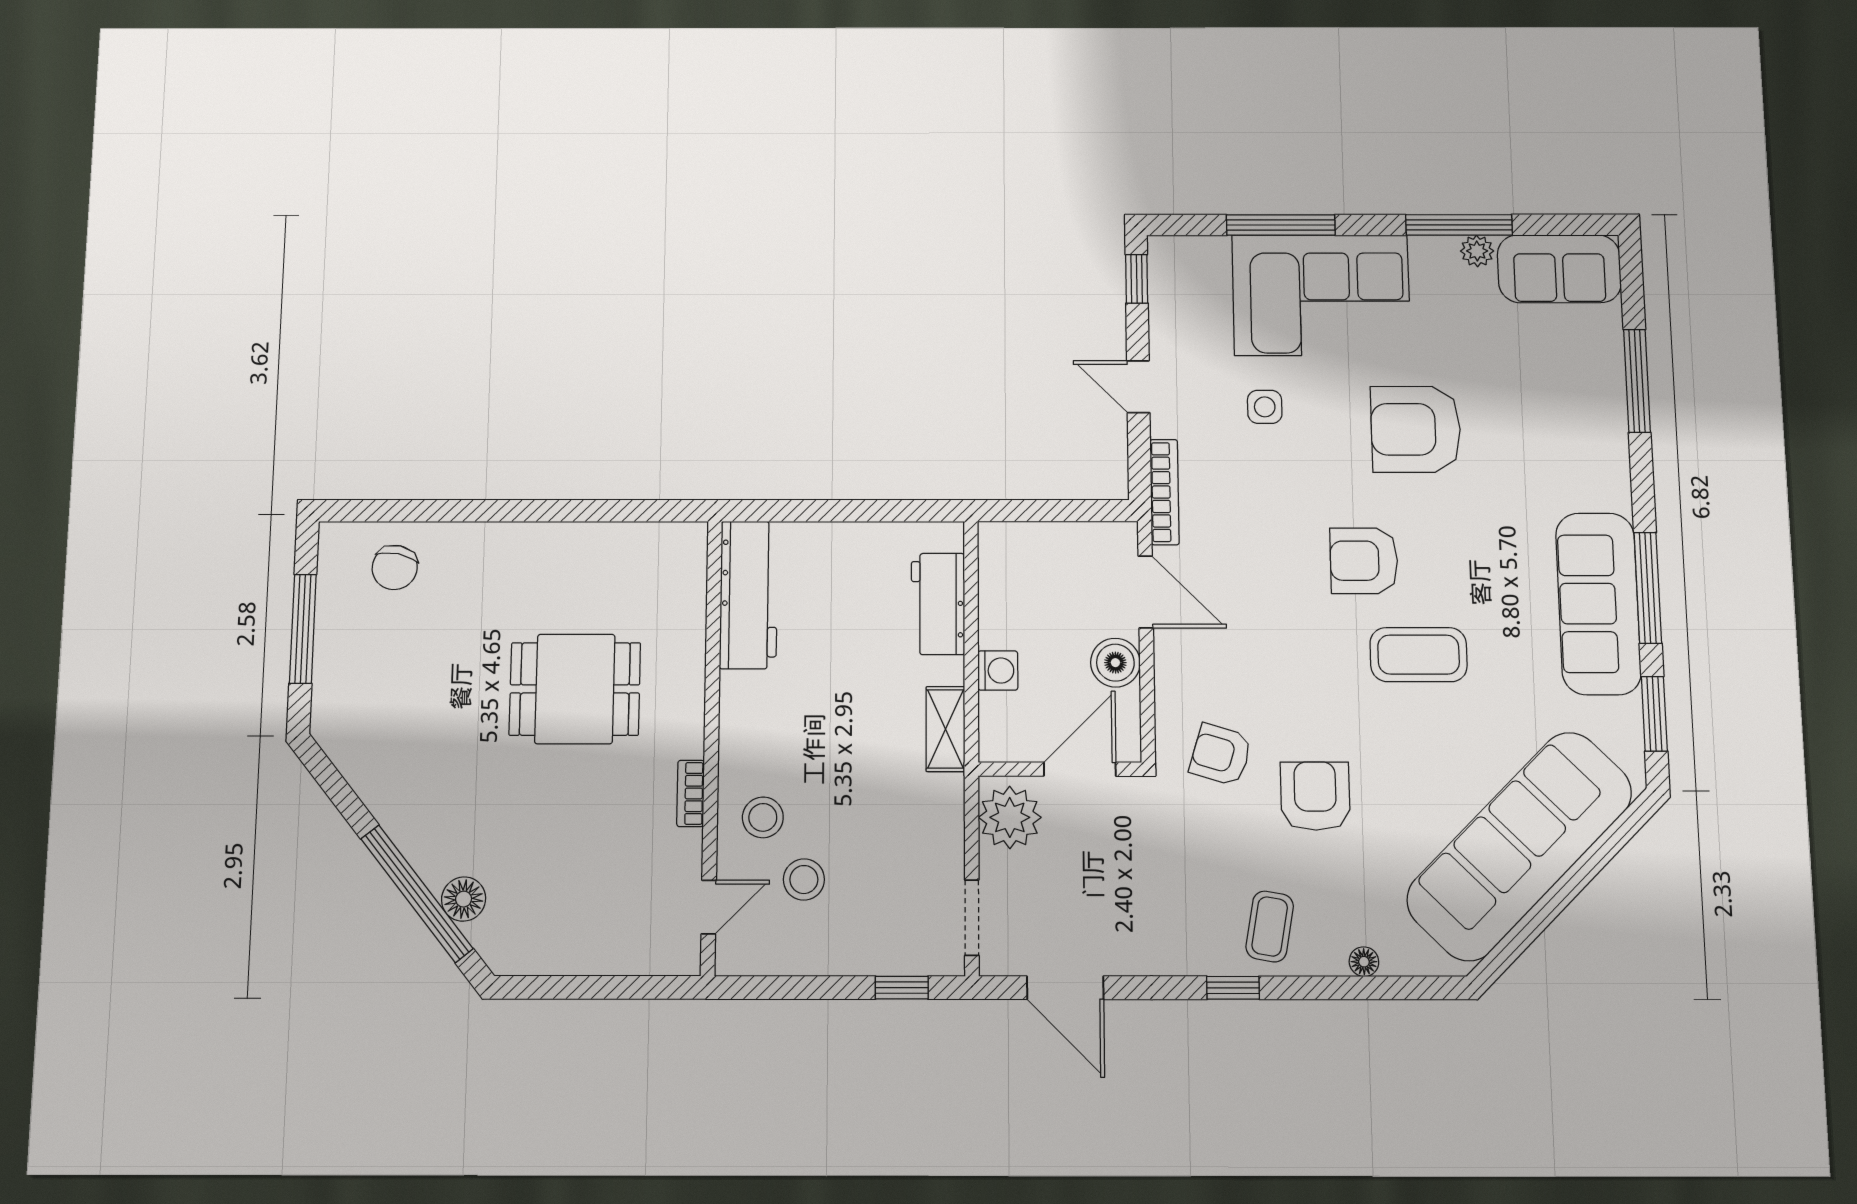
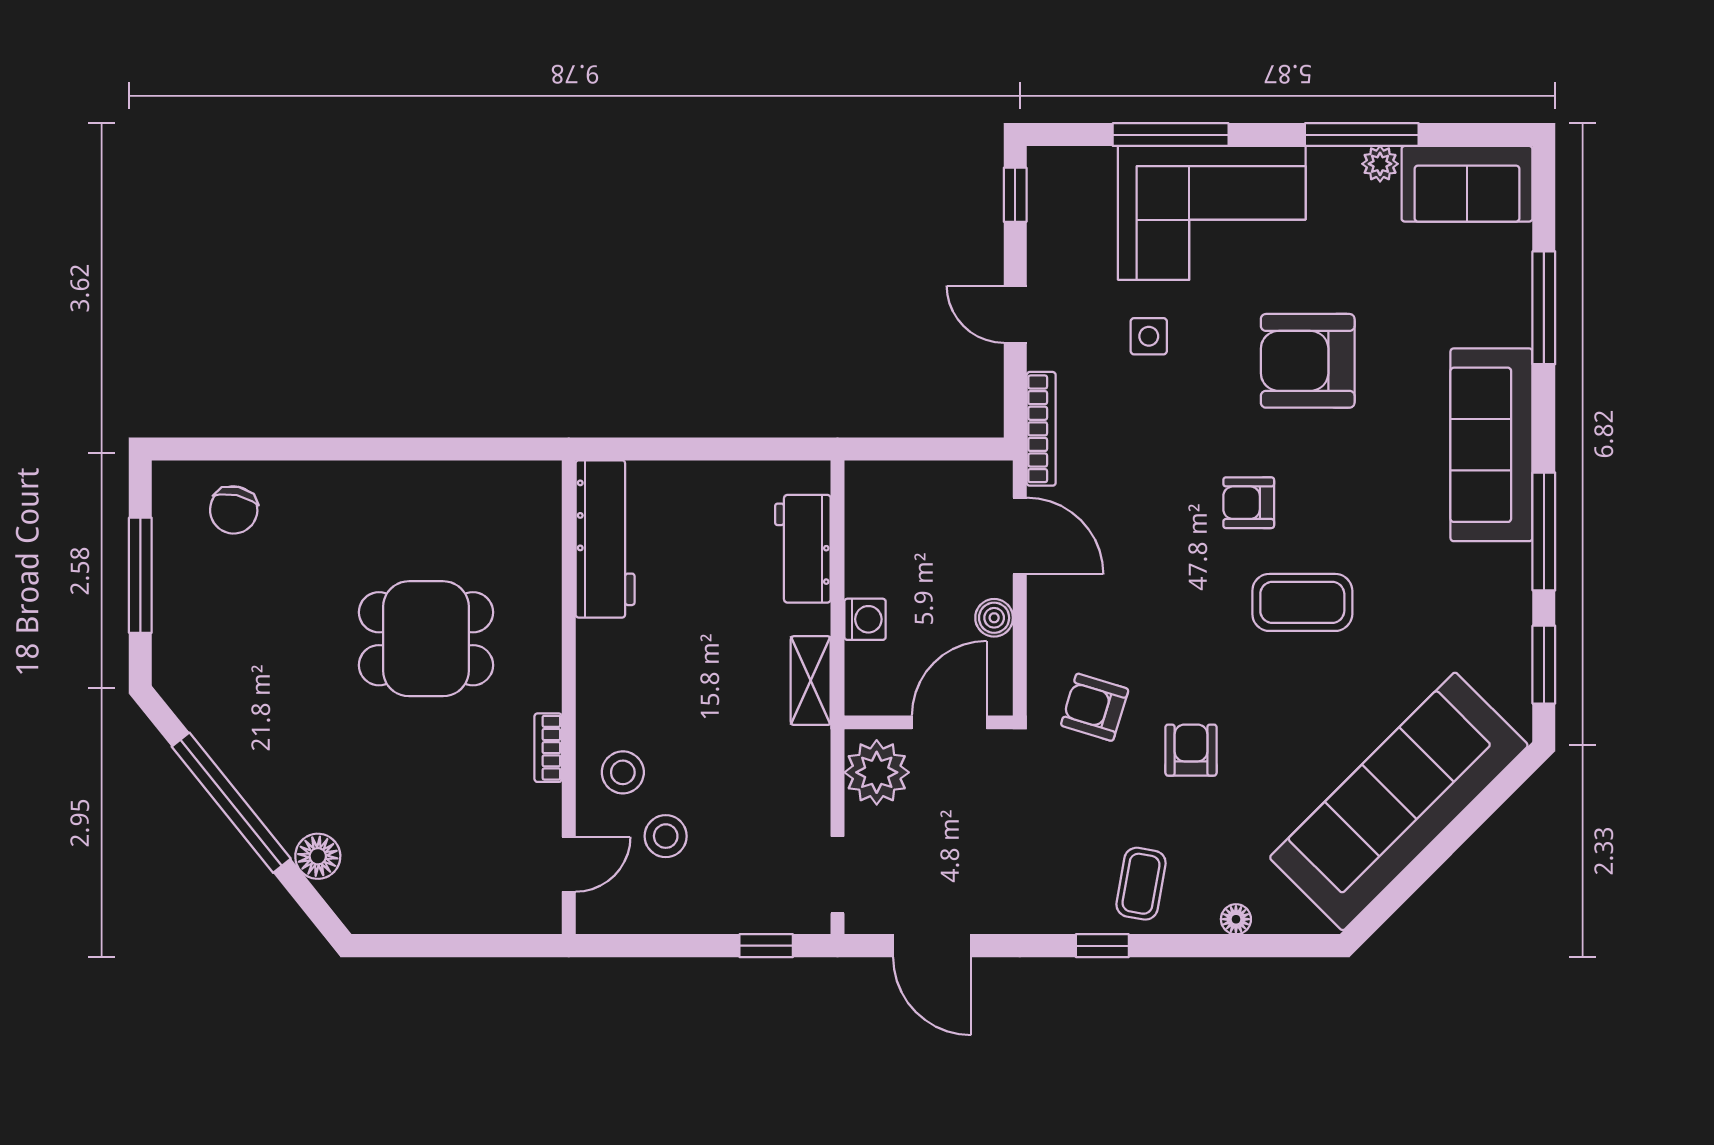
armchair: (1364, 561) -> (1249, 503), width x0.72, depth x0.72
sofa: (1598, 604) -> (1491, 445), moved
boiler: (1115, 663) -> (994, 618), width x0.73, depth x0.73
armchair: (1315, 796) -> (1191, 750), width x0.72, depth x0.72
window: (417, 894) -> (231, 803), moved

